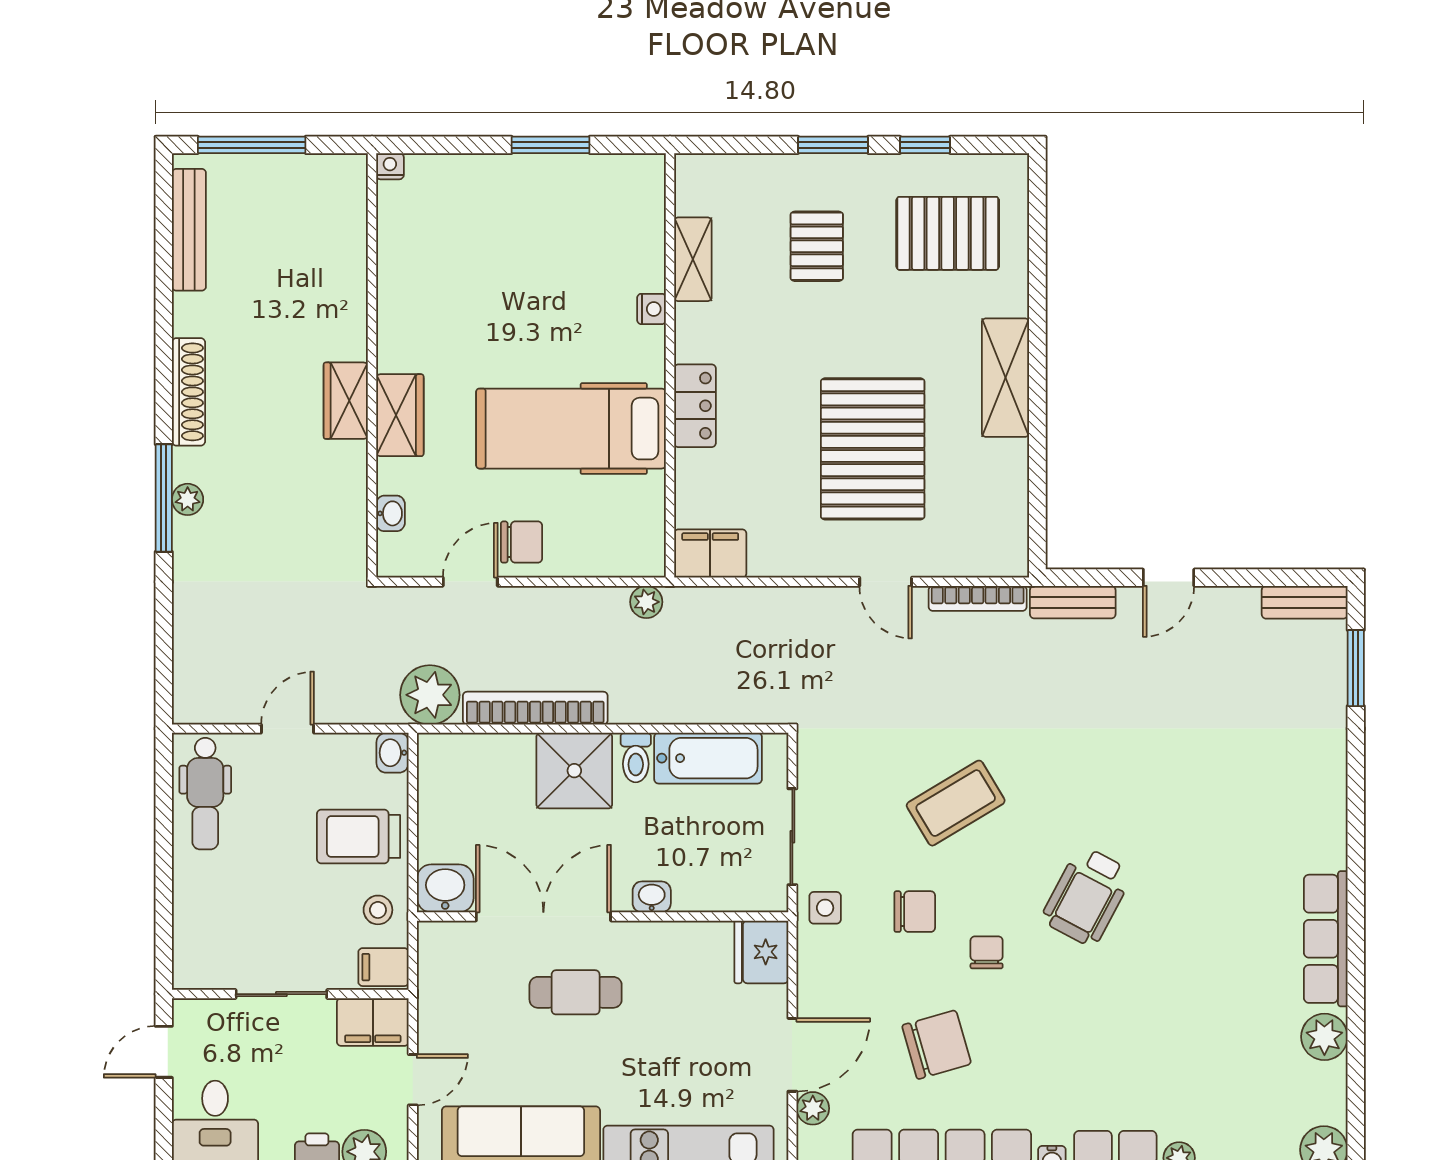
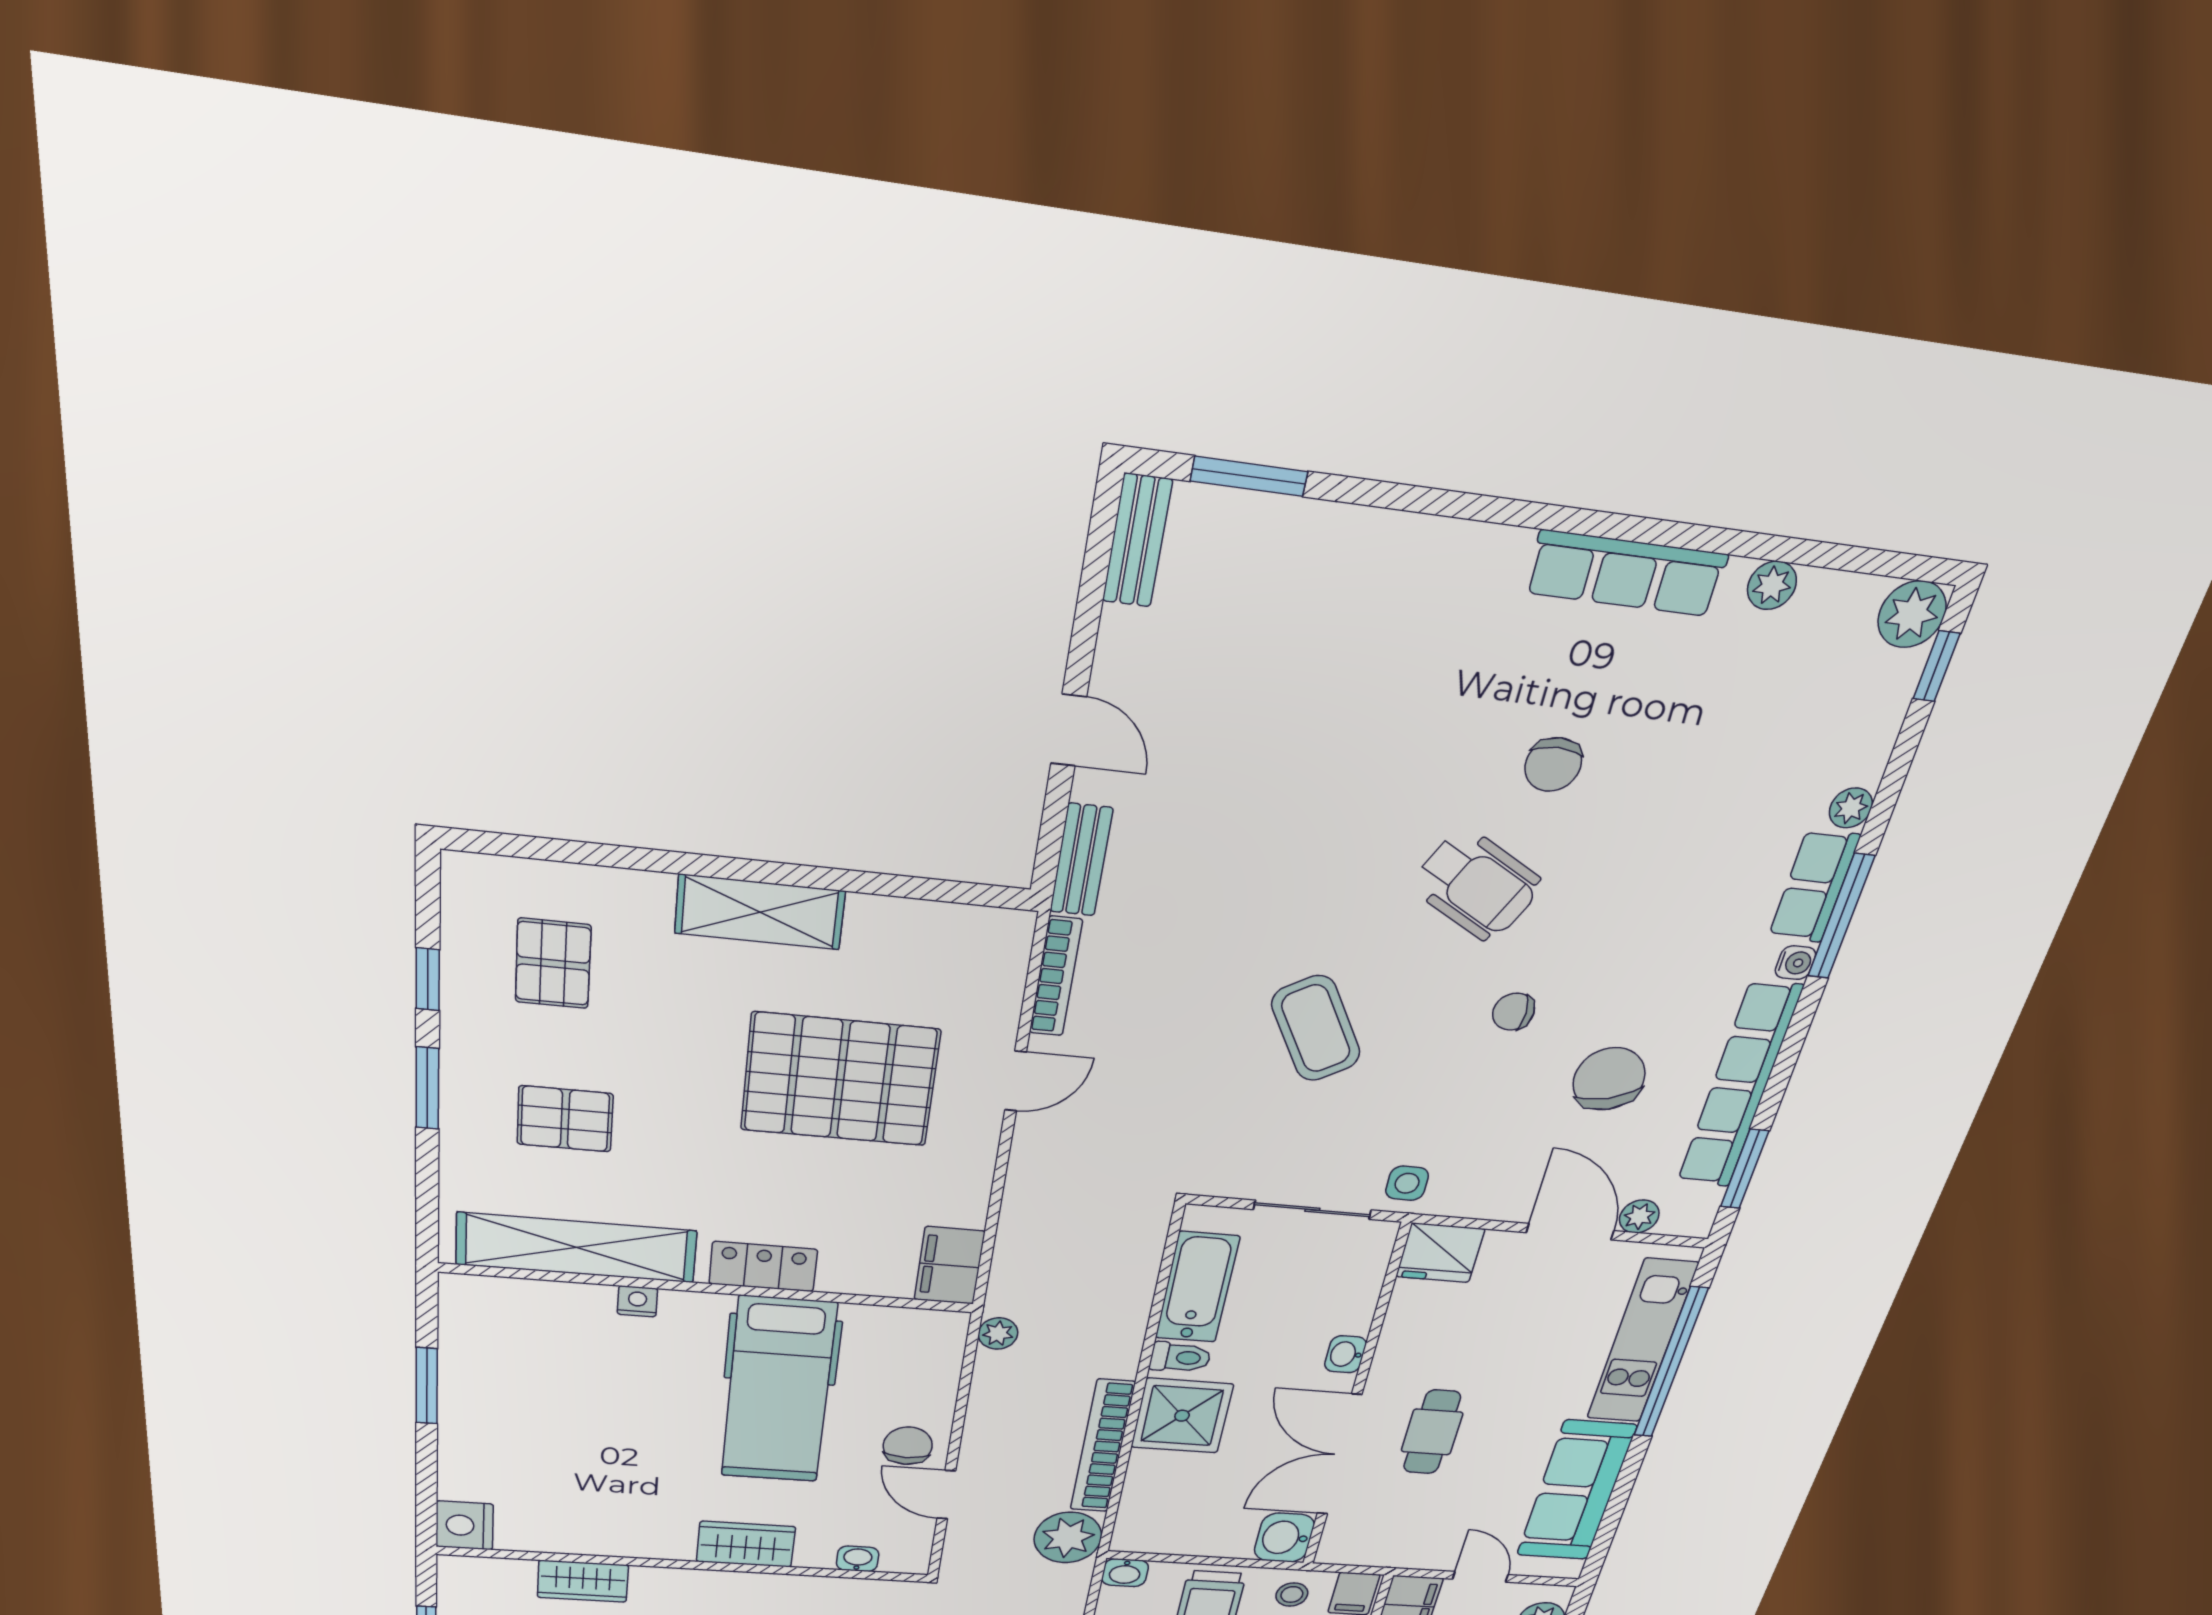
nightstand: (390, 166) -> (465, 1525), width x1.89, depth x1.79
pallet: (948, 233) -> (553, 964), width x0.67, depth x0.71
shelving: (693, 259) -> (577, 1248), width x2.20, depth x1.33
wardrobe: (346, 401) -> (583, 1581), moved
chair: (915, 912) -> (1553, 765), moved, turned 180
plant: (1324, 1037) -> (1772, 585), width x0.73, depth x0.73

